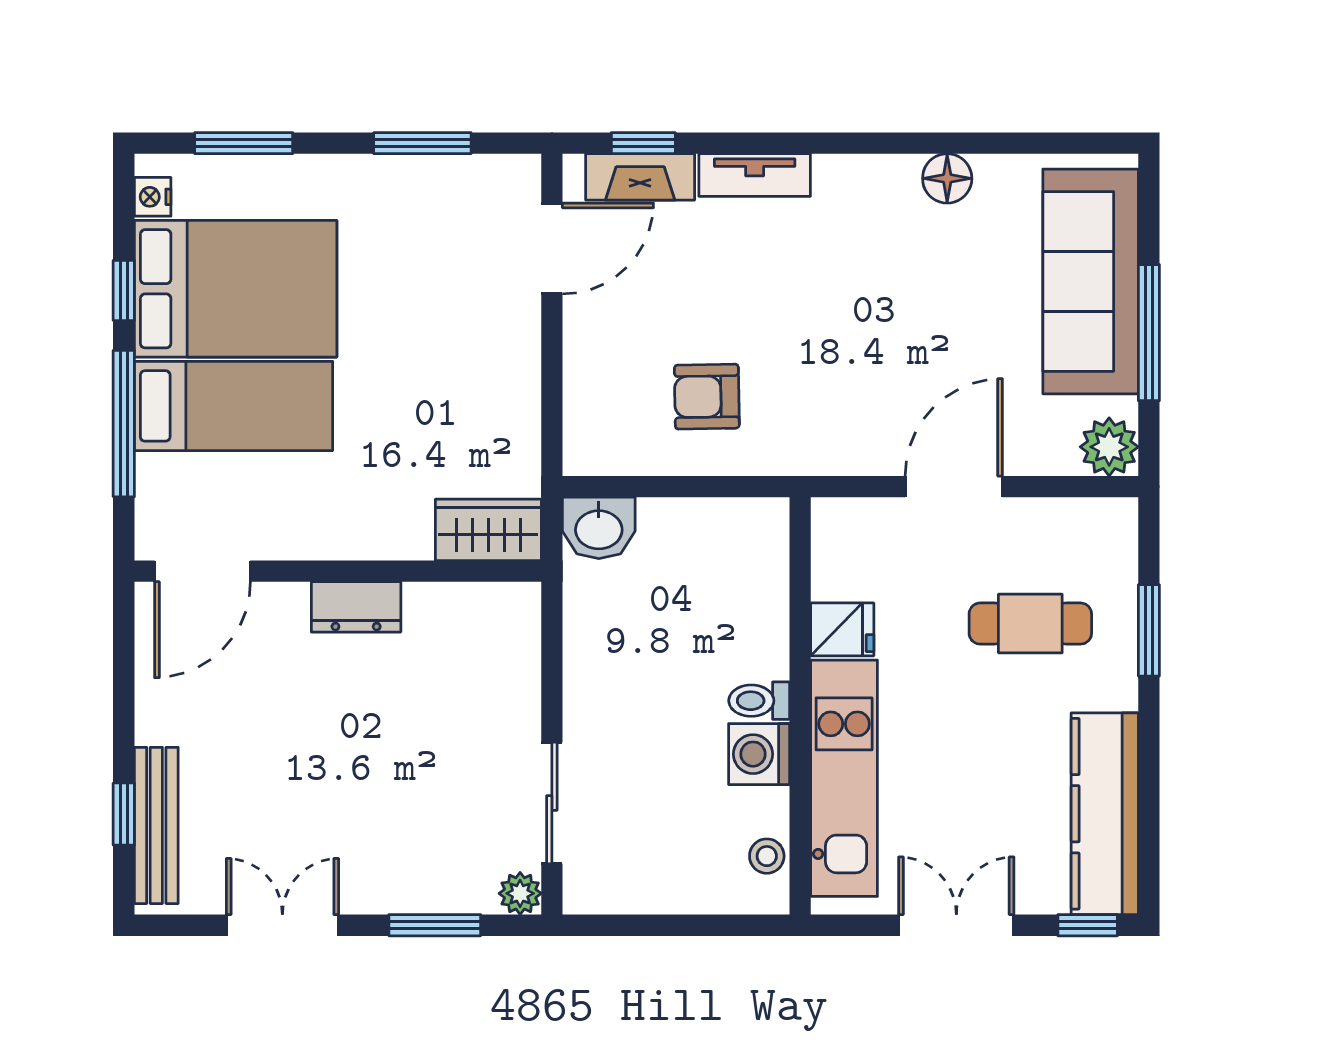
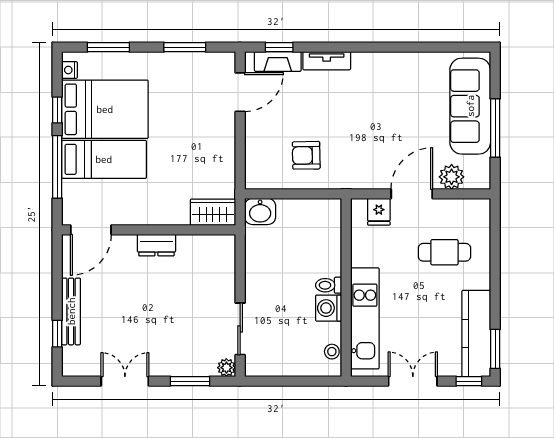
floor lamp: (947, 178) -> (409, 62), removed
plant: (1109, 447) -> (452, 177), moved
fridge: (842, 629) -> (379, 212), moved, turned 90
window: (1149, 630) -> (495, 349), moved
bench: (156, 825) -> (71, 311), moved

